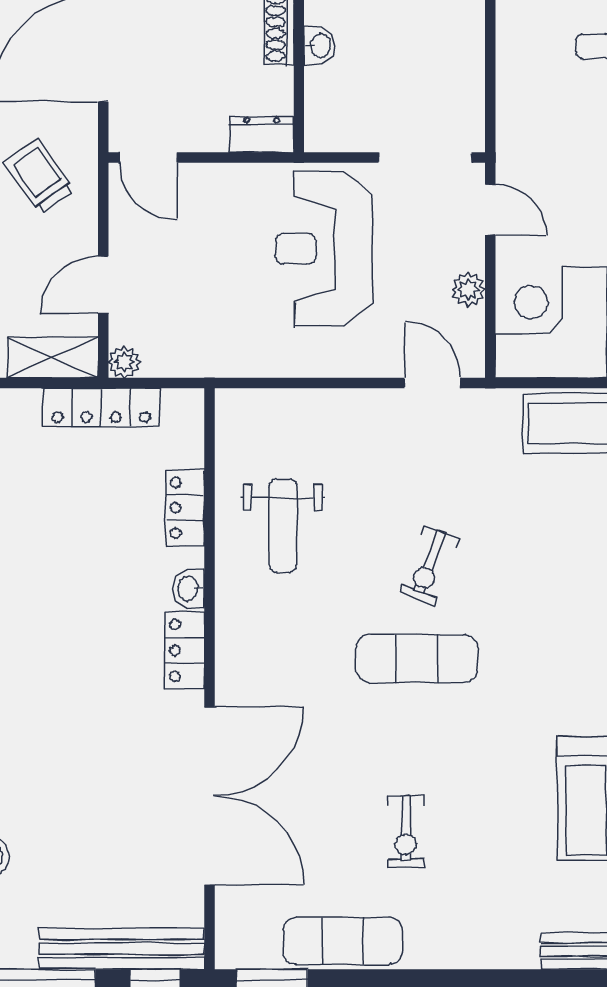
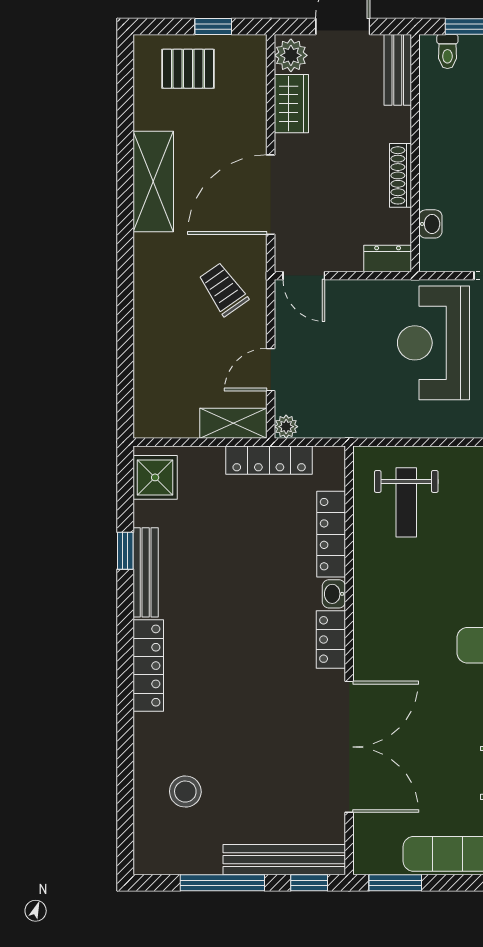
washbasin: (320, 45) -> (430, 224), moved
locker: (185, 508) -> (331, 534), width x1.53
weight bench: (283, 526) -> (406, 502), moved

